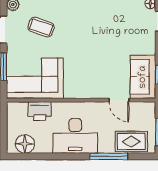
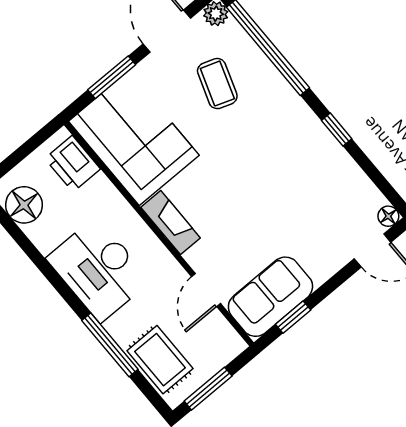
fireplace: (81, 92) -> (171, 223), added
printer: (40, 111) -> (73, 164), moved

